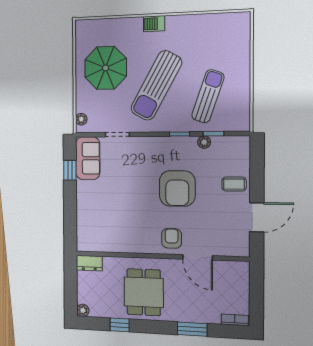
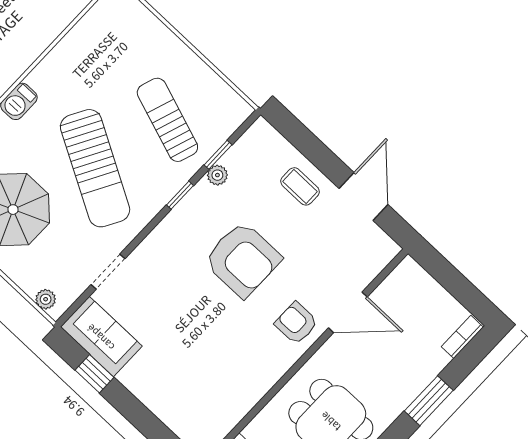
coffee table: (234, 184) -> (300, 186), turned 90

